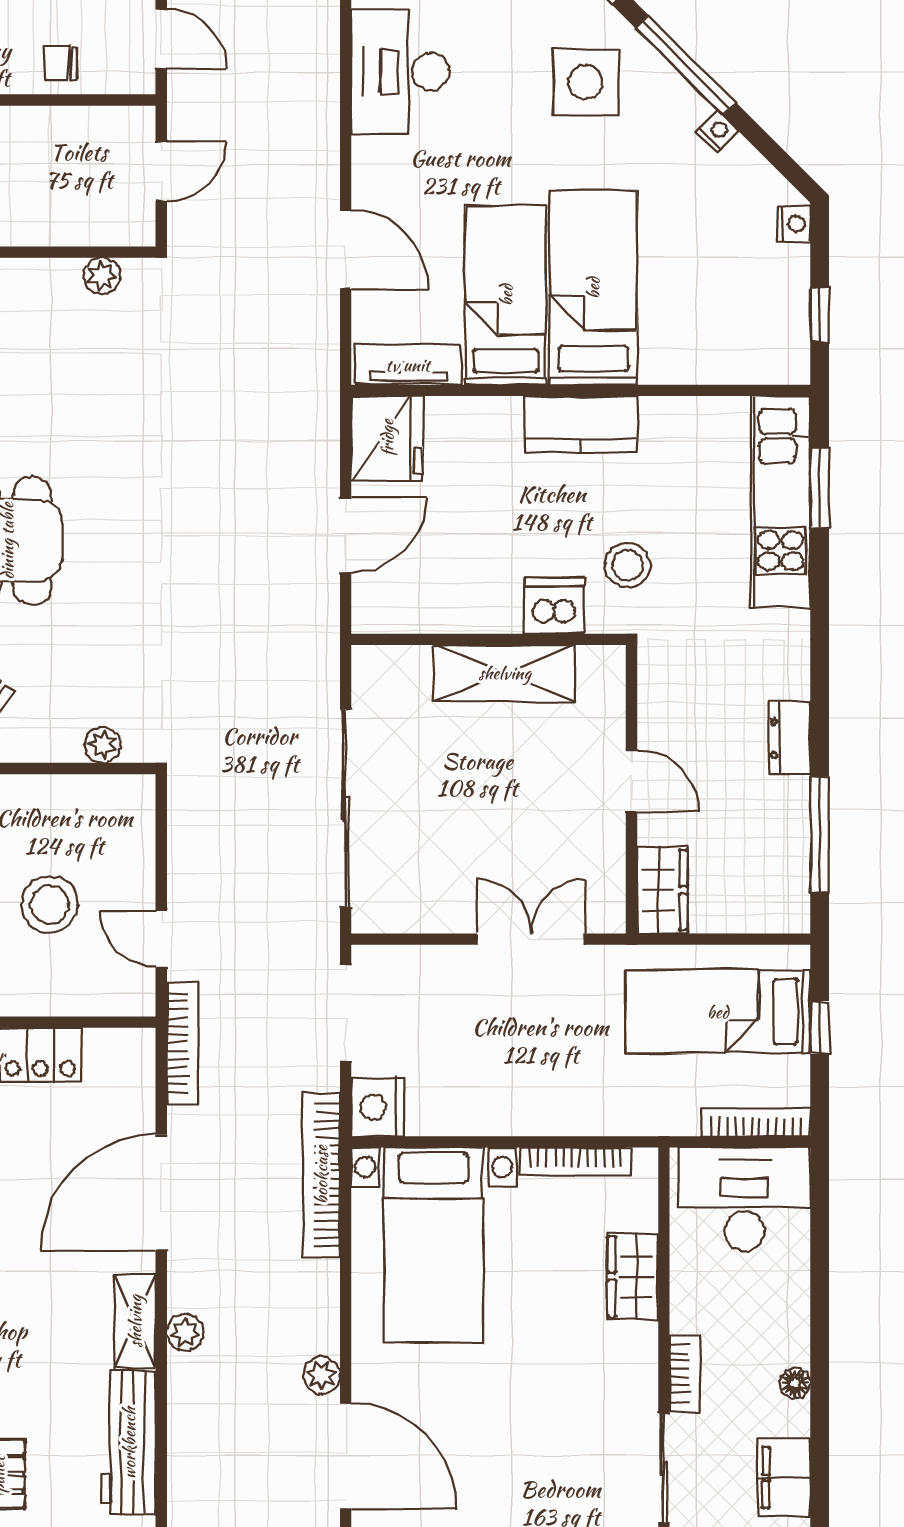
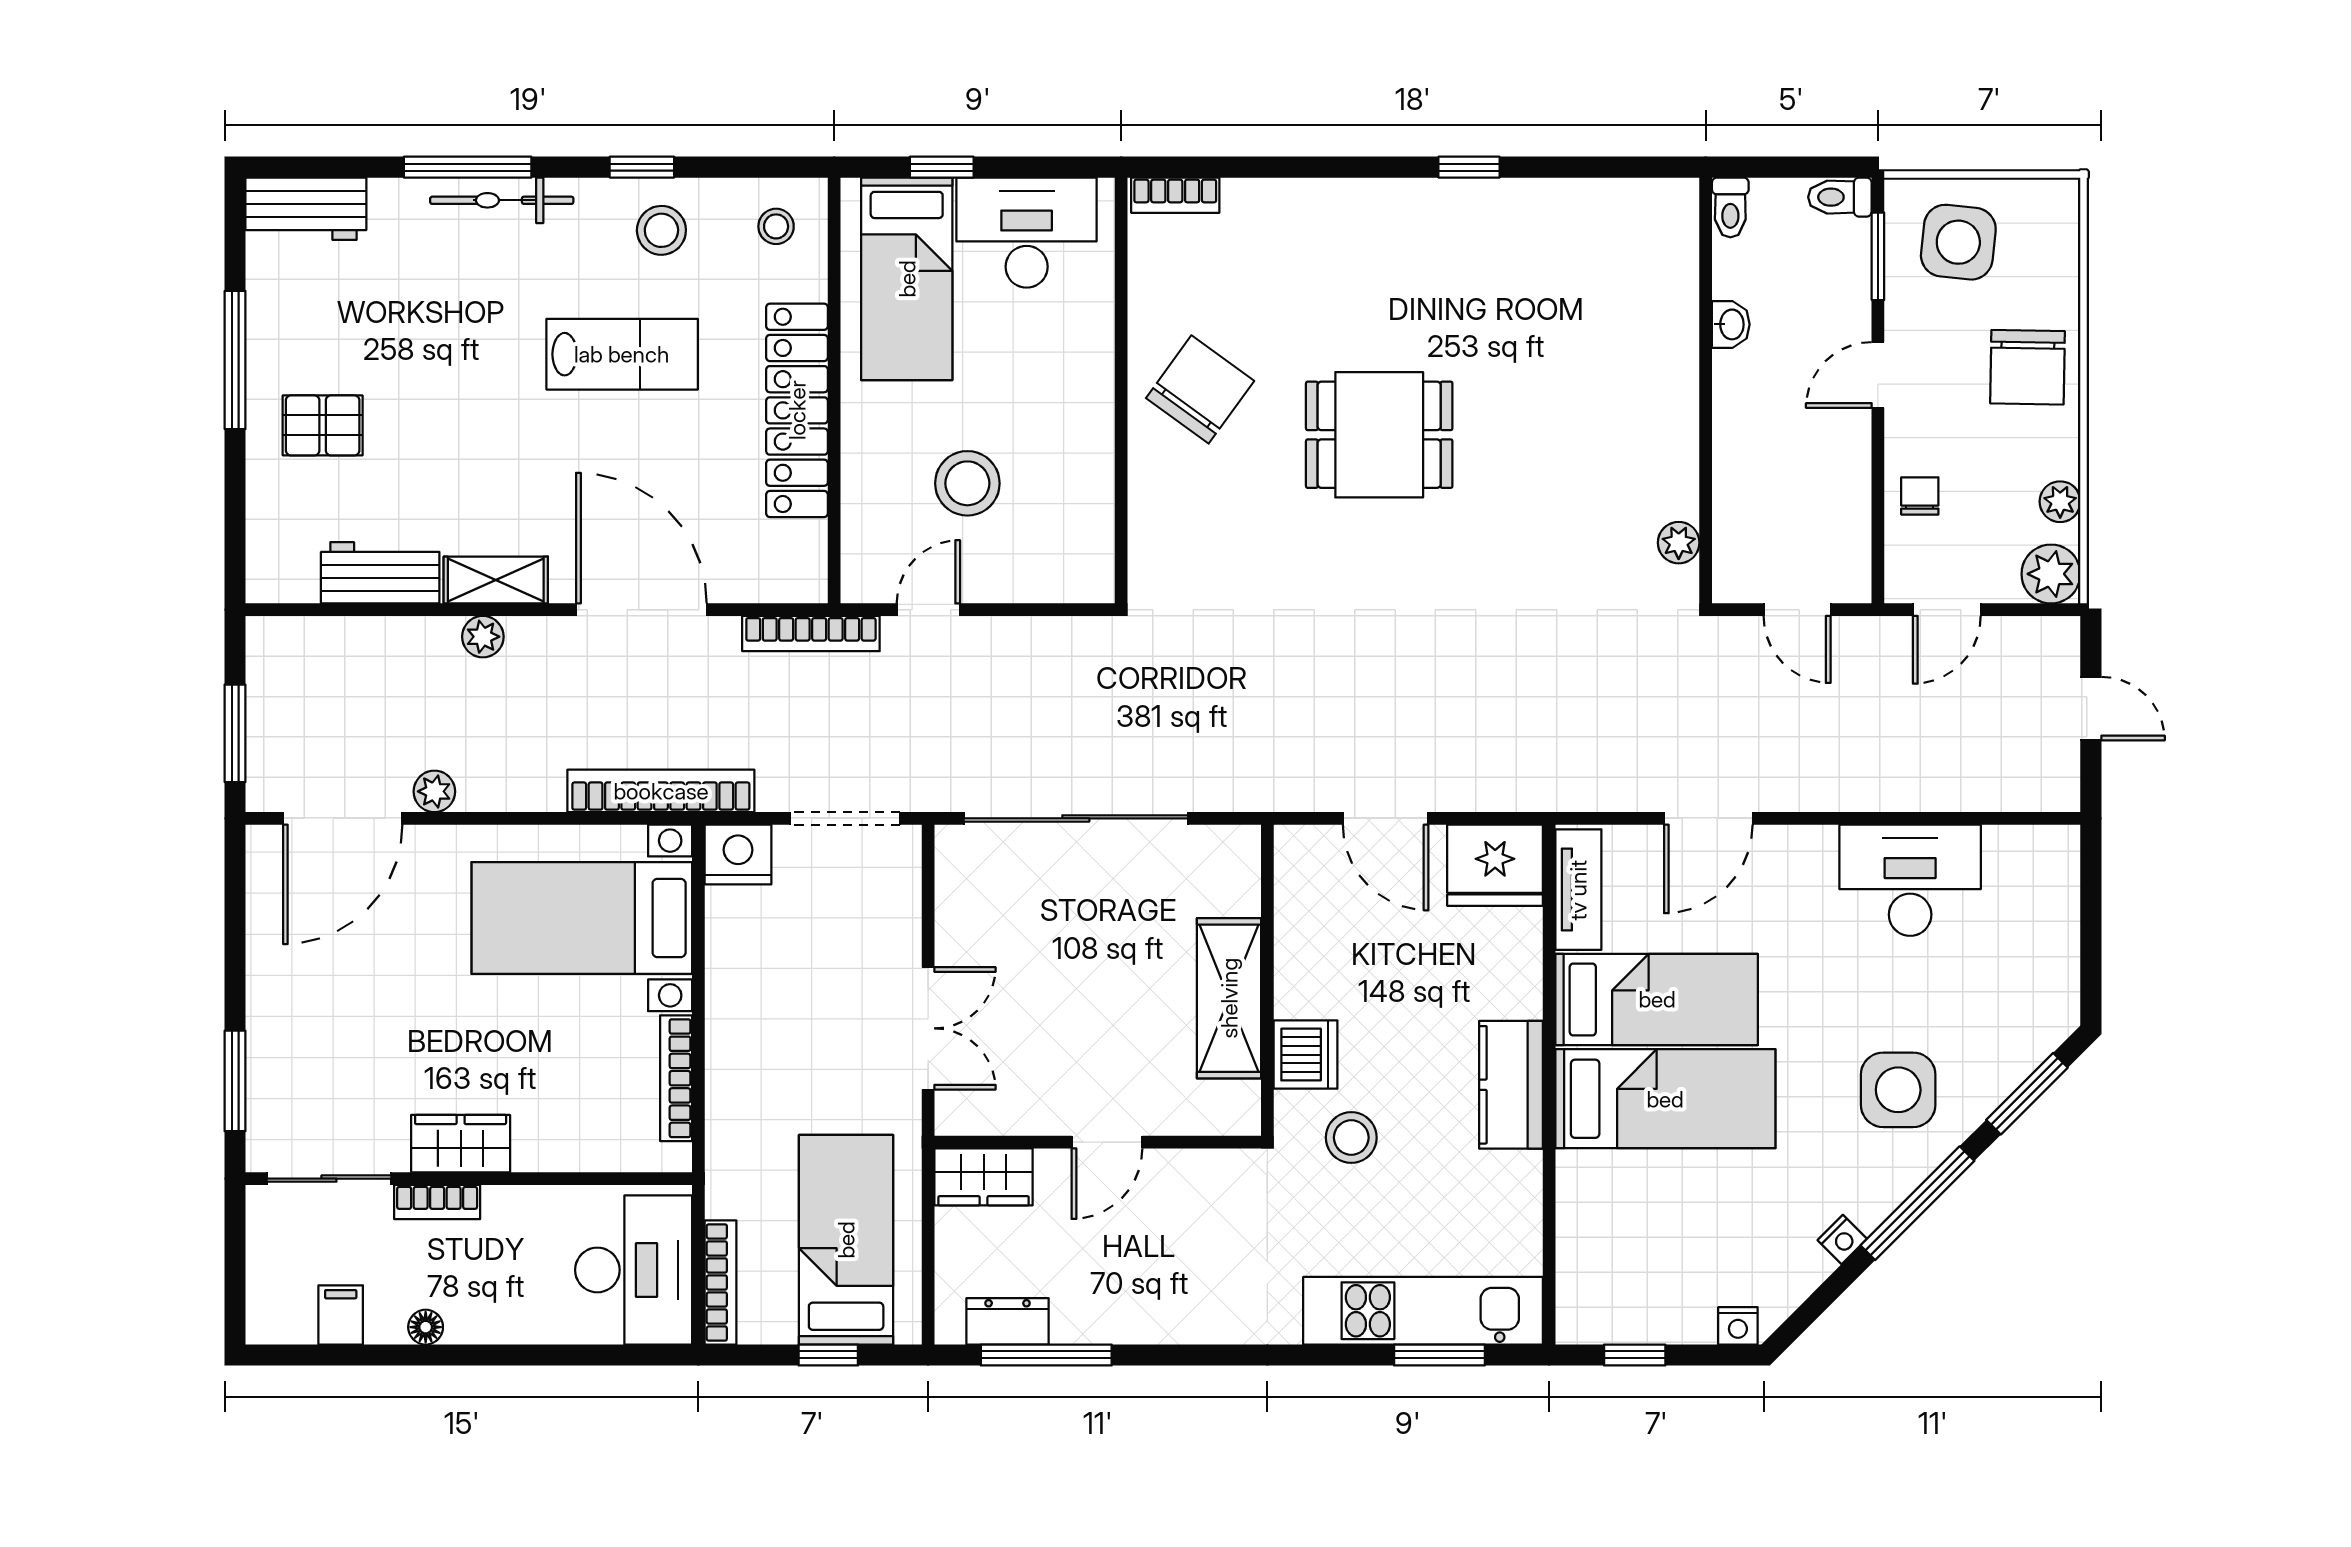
dresser: (790, 738) -> (1008, 1321), moved
plant: (103, 745) -> (1148, 543), removed
wardrobe: (633, 1277) -> (461, 1144), moved
workbench: (129, 1443) -> (380, 573), width x0.73
filing cabinet: (784, 1478) -> (341, 1315), width x0.50

